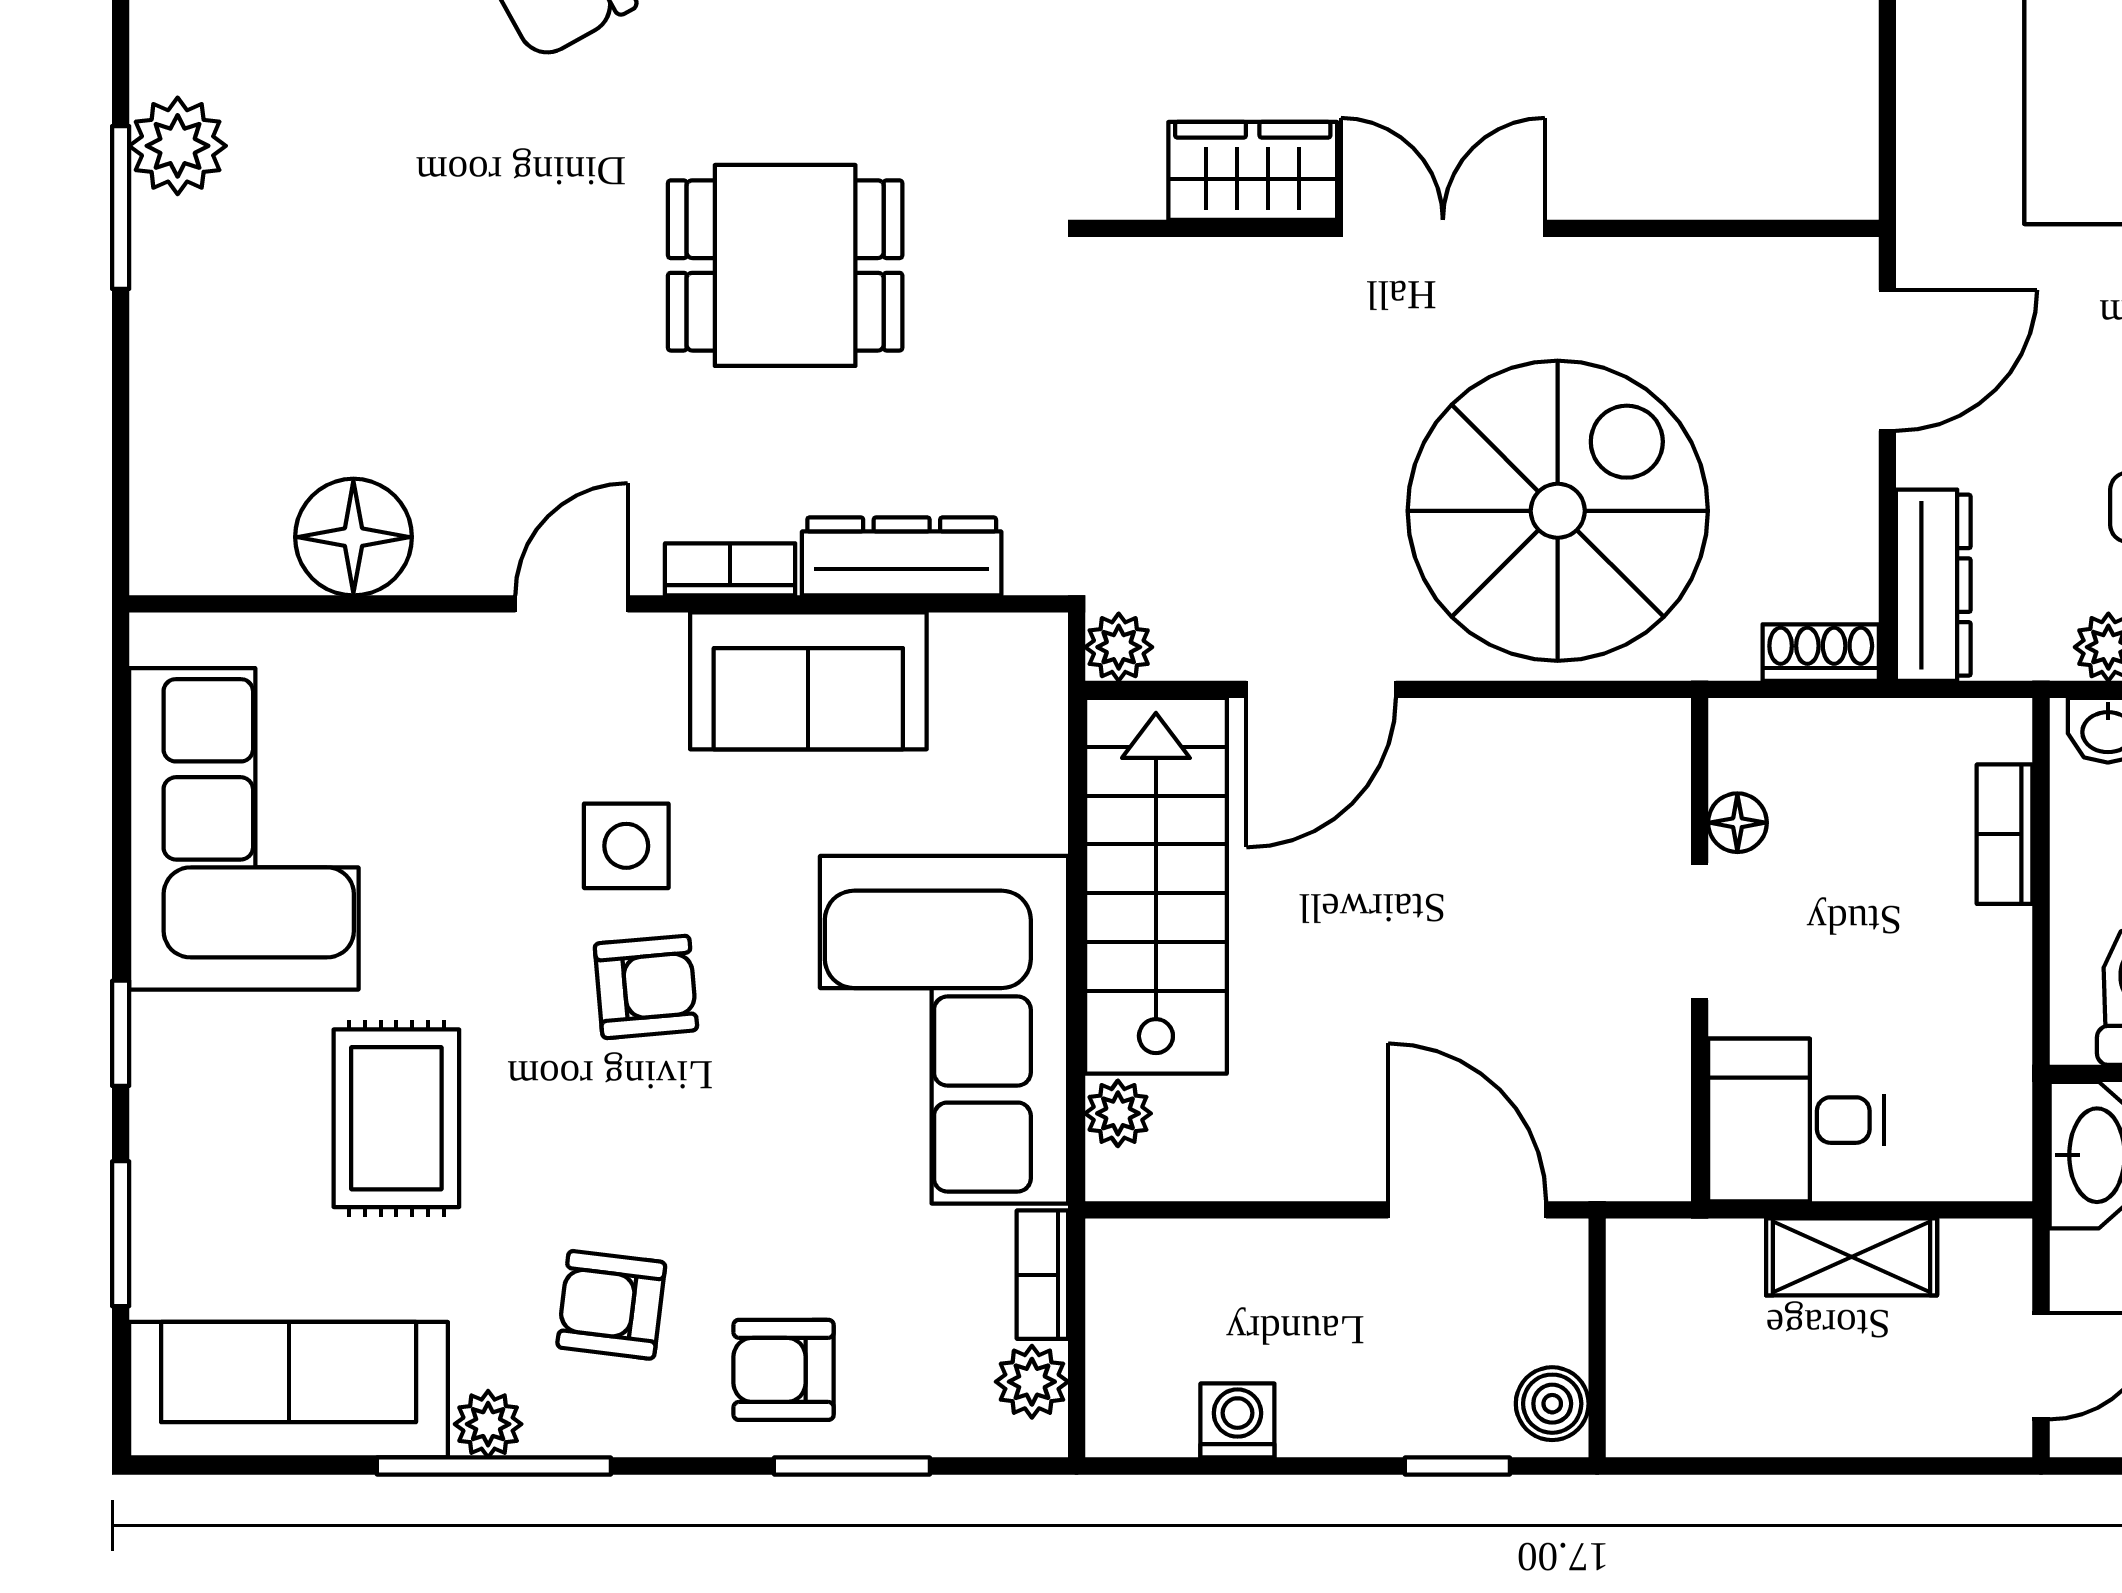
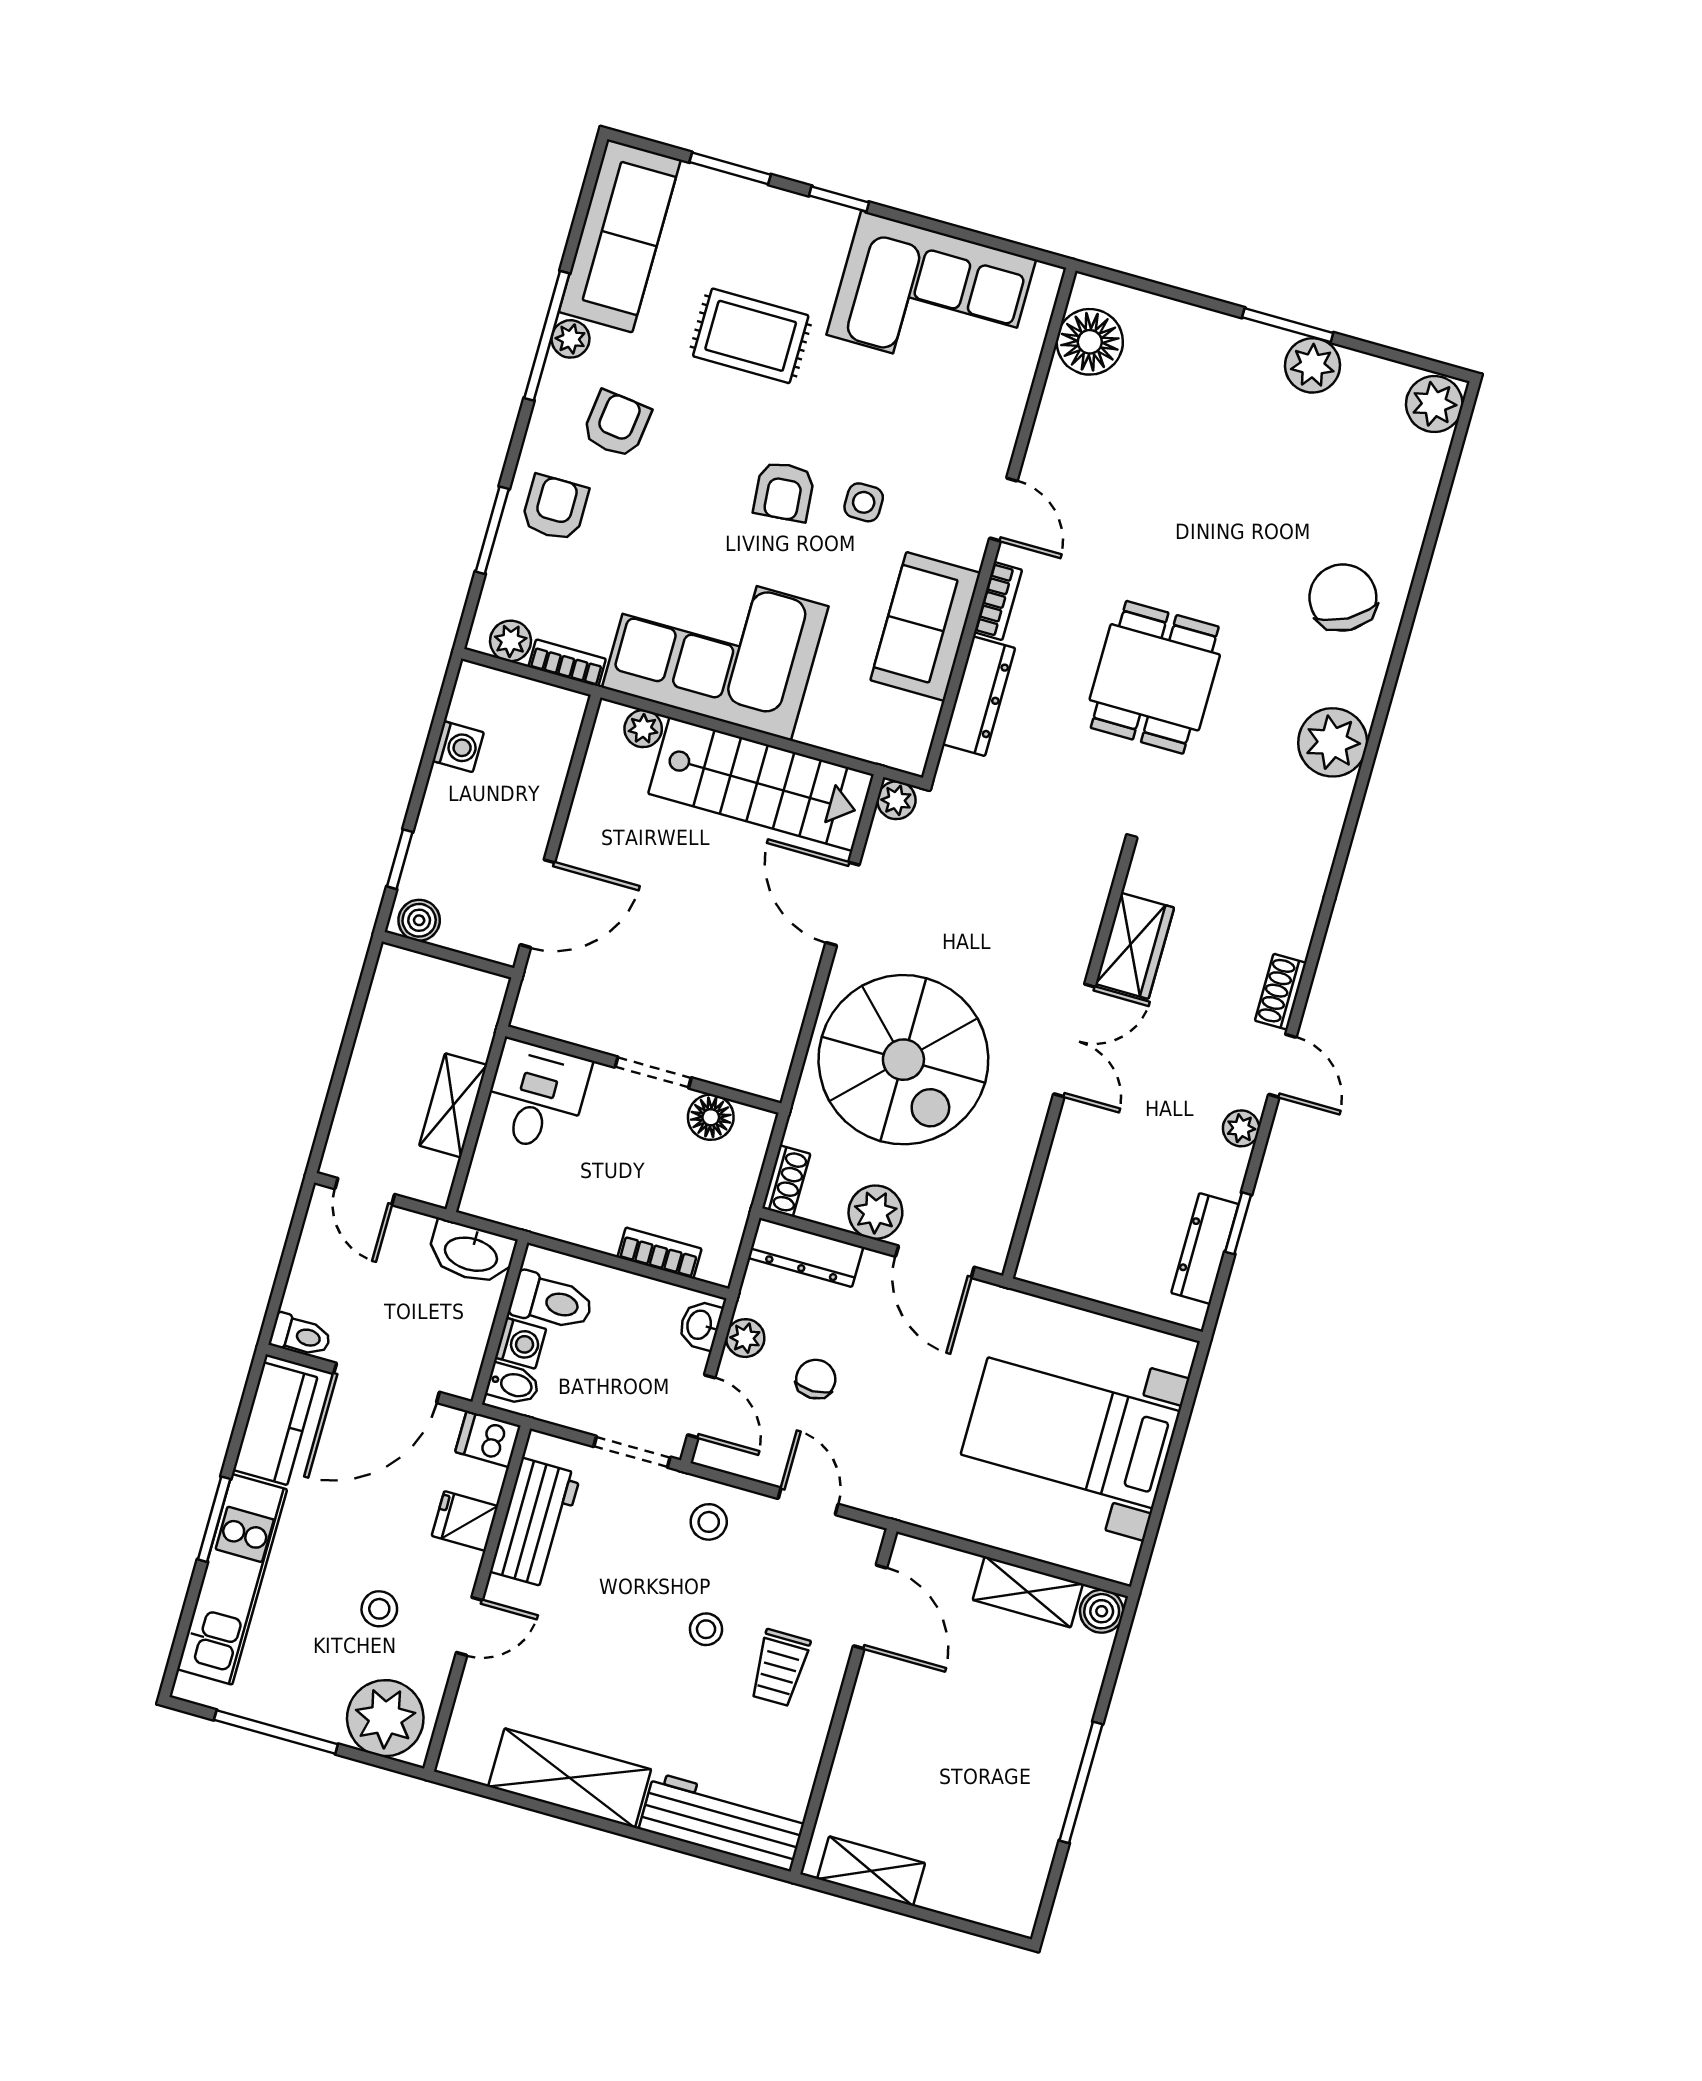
plant: (1831, 485) -> (875, 1212), added
floor lamp: (353, 537) -> (1090, 342), moved
floor lamp: (1737, 823) -> (711, 1117), width x1.37, depth x1.37
side table: (626, 846) -> (864, 502), width x0.73, depth x0.73

